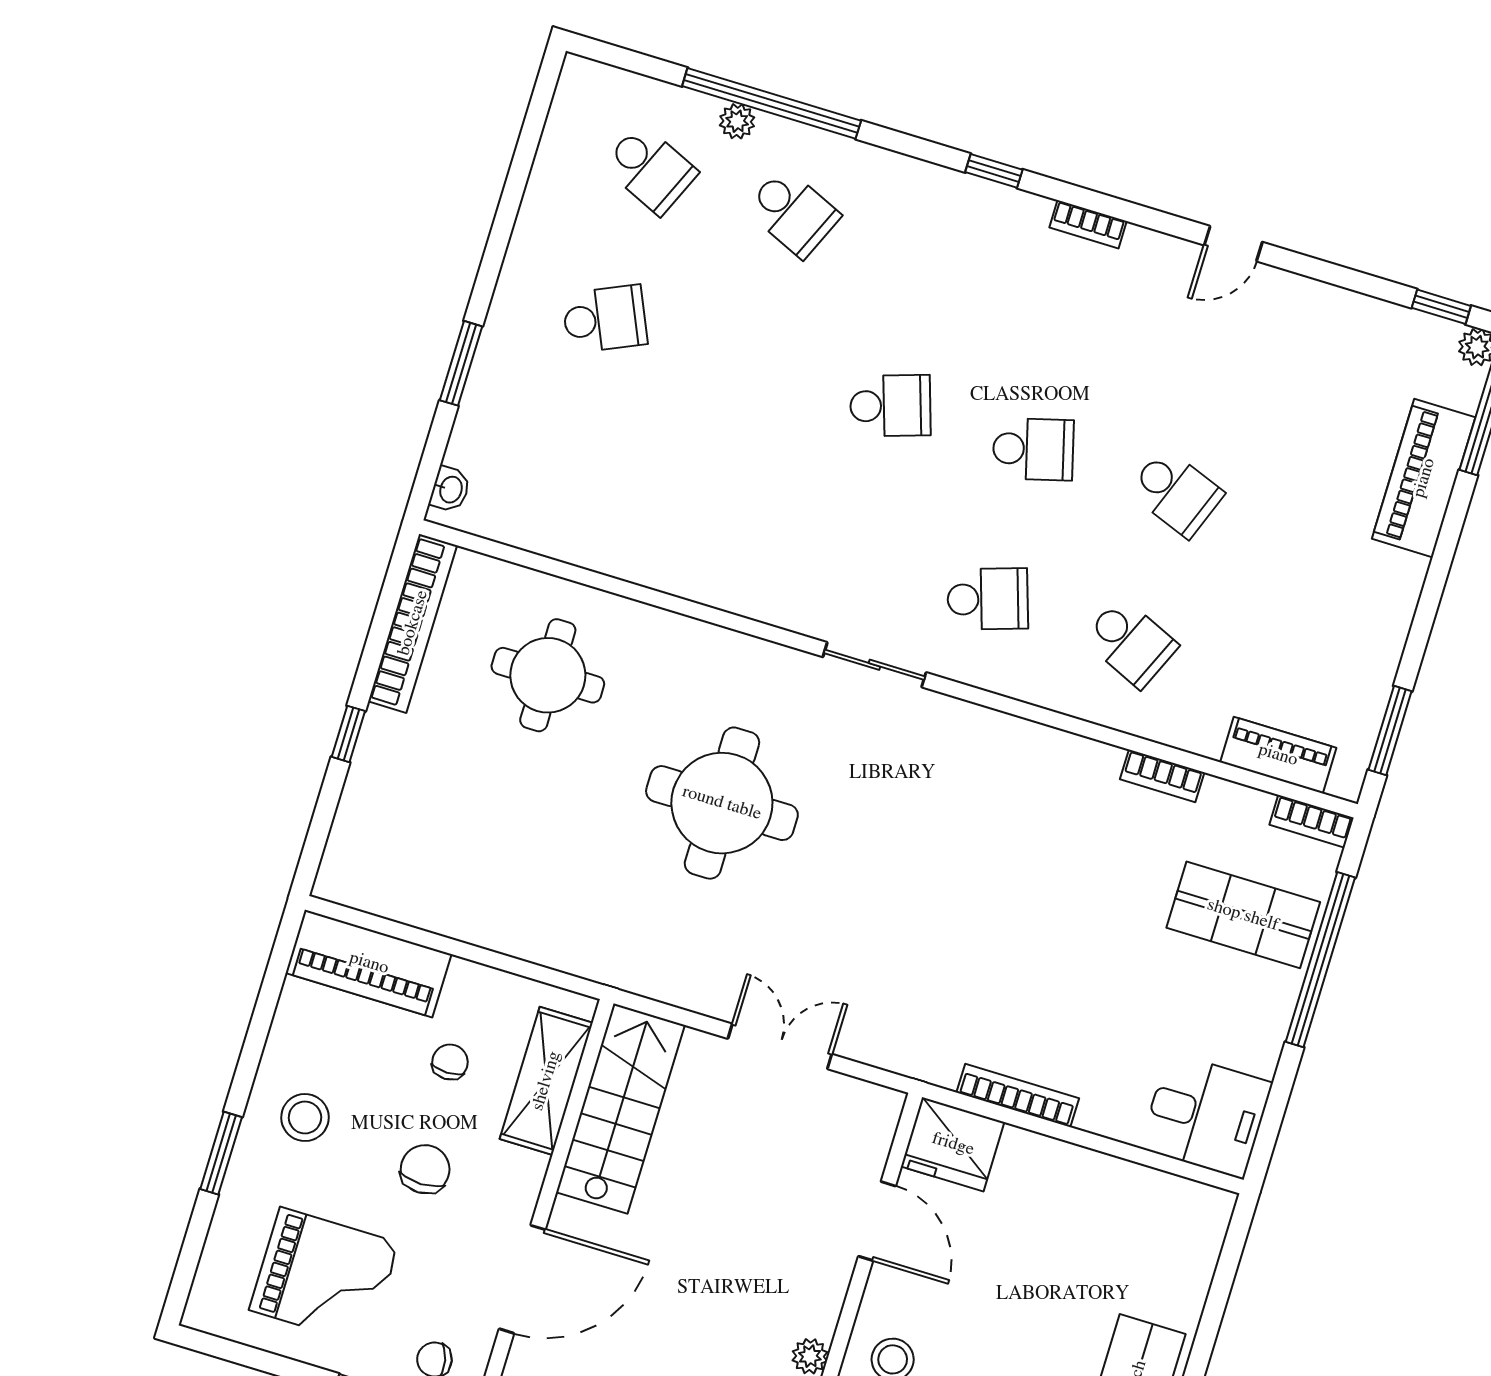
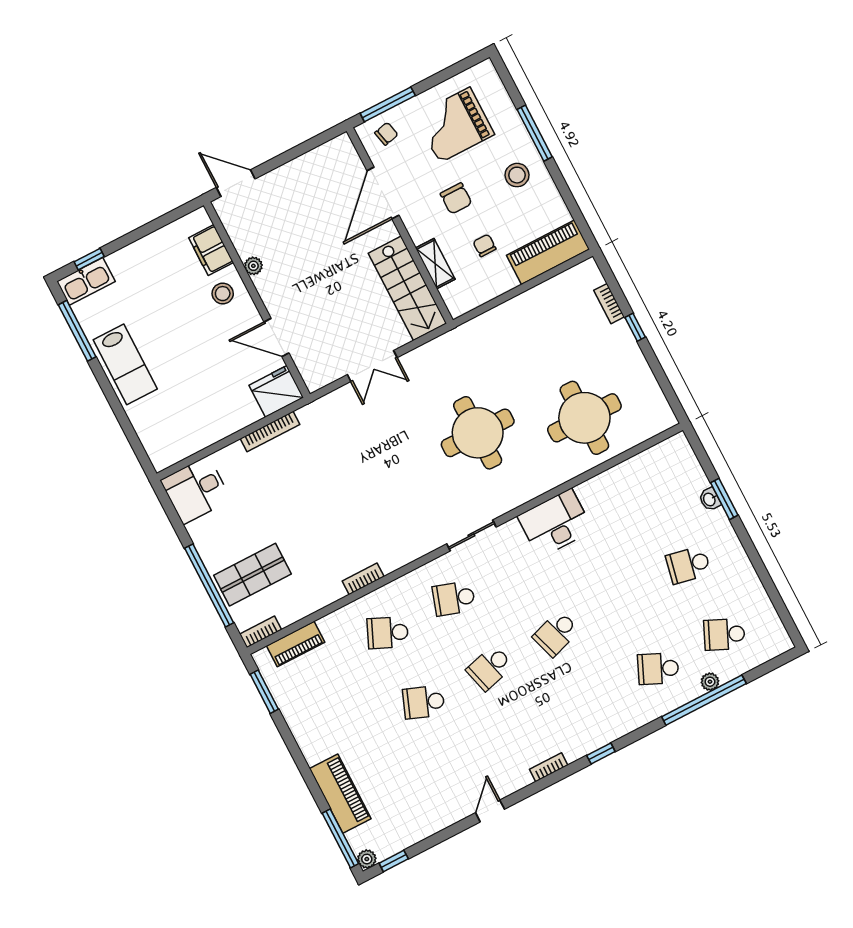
school desk: (605, 319) -> (688, 565), turned 36
washbasin: (450, 489) -> (710, 499), moved
desk: (737, 565) -> (555, 523), added
school desk: (988, 599) -> (454, 598), turned 36
bookcase: (413, 623) -> (609, 304), moved, width x0.43, depth x0.76
round table: (548, 675) -> (584, 418), width x1.36, depth x1.36
bookcase: (1162, 776) -> (363, 579), moved
chair: (450, 1062) -> (485, 245), turned 180
shelving: (546, 1081) -> (435, 264), width x0.67, depth x0.75
window: (221, 1153) -> (535, 133), width x1.44

